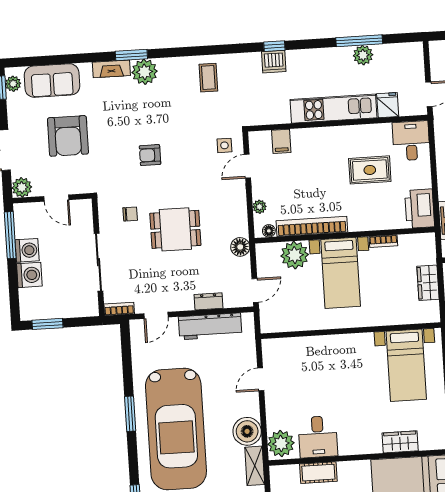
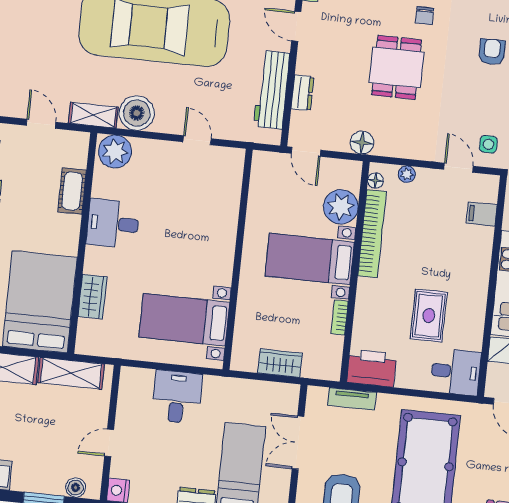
desk: (318, 437) -> (113, 224), moved

